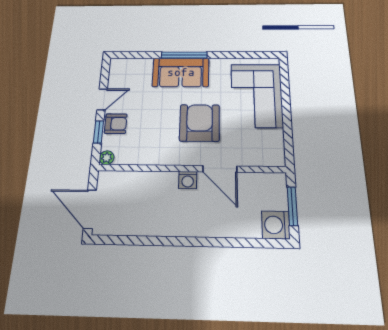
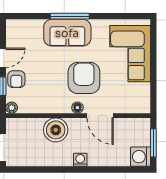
armchair: (116, 124) -> (16, 79), turned 90
floor lamp: (191, 159) -> (77, 108), added
washing machine: (188, 180) -> (80, 160), moved, turned 180
boiler: (161, 187) -> (56, 130), added

